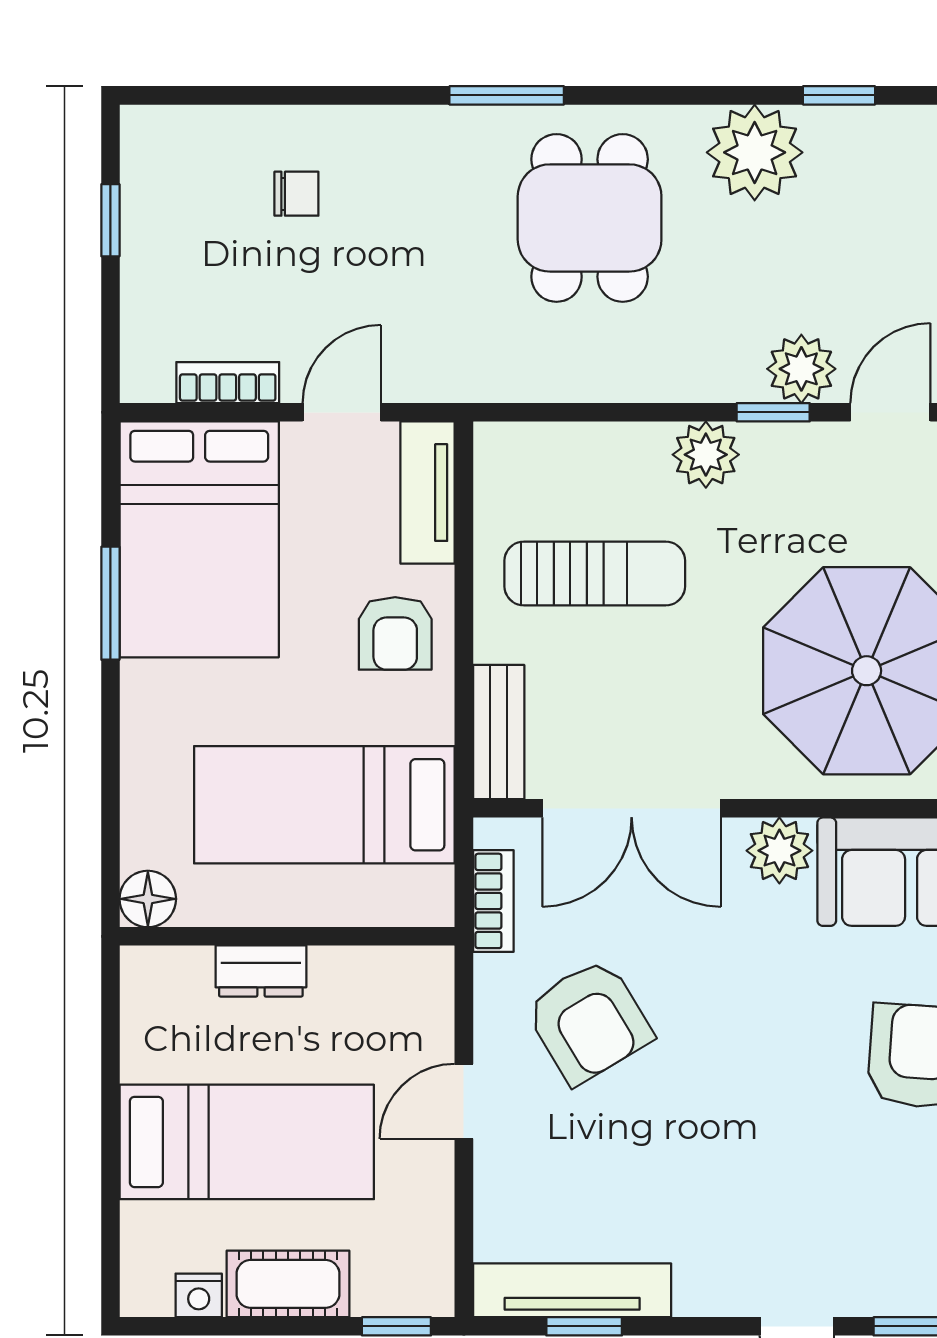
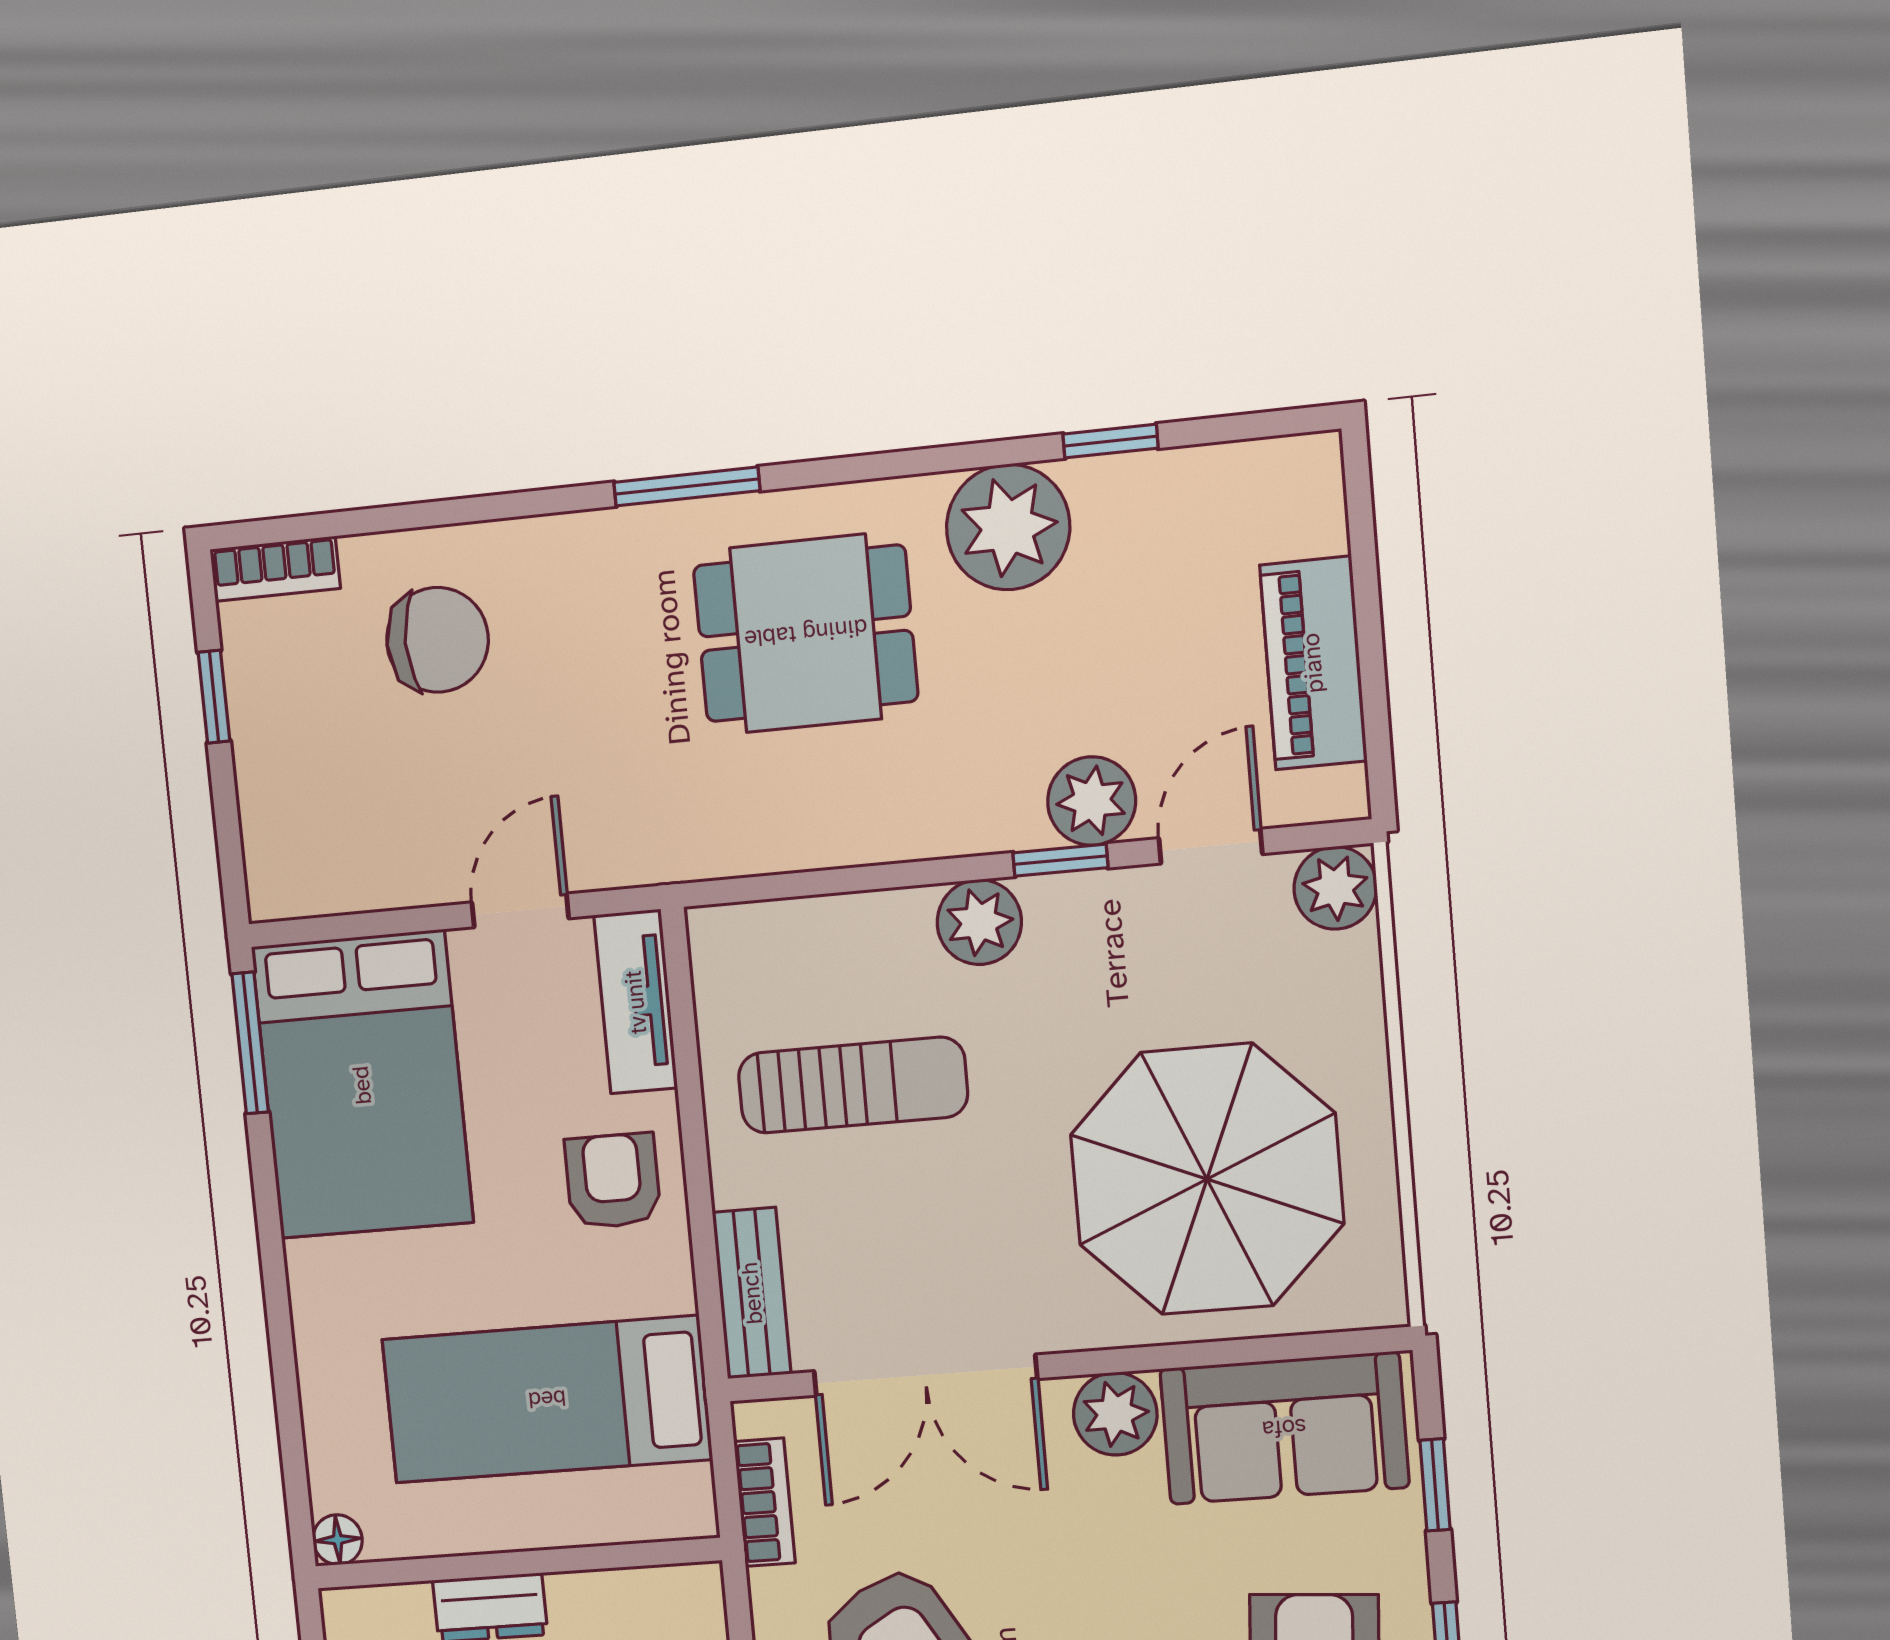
chair: (296, 194) -> (437, 640), width x1.87, depth x1.87
dining table: (590, 218) -> (806, 633), turned 90
bookcase: (228, 383) -> (275, 569), moved, turned 180
window: (110, 603) -> (250, 1043), moved
armchair: (395, 633) -> (613, 1181), turned 180
floor lamp: (148, 899) -> (338, 1540), width x0.73, depth x0.73

